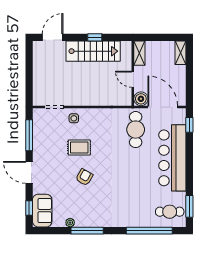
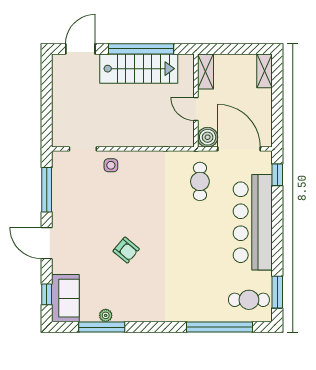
window: (95, 37) -> (141, 49), width x3.17
cafe table: (136, 130) -> (200, 181), width x0.73, depth x0.74
rug: (79, 148) -> (119, 207), removed
armchair: (84, 177) -> (126, 250), turned 101
window: (87, 231) -> (102, 327), moved

